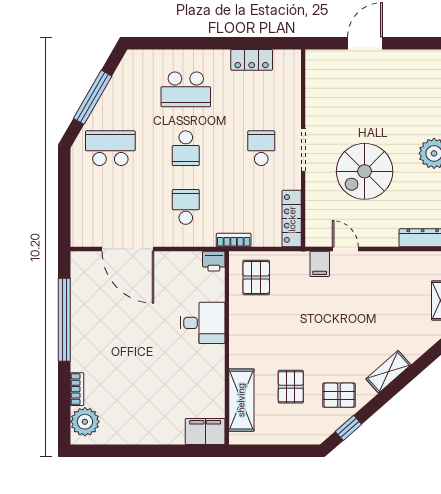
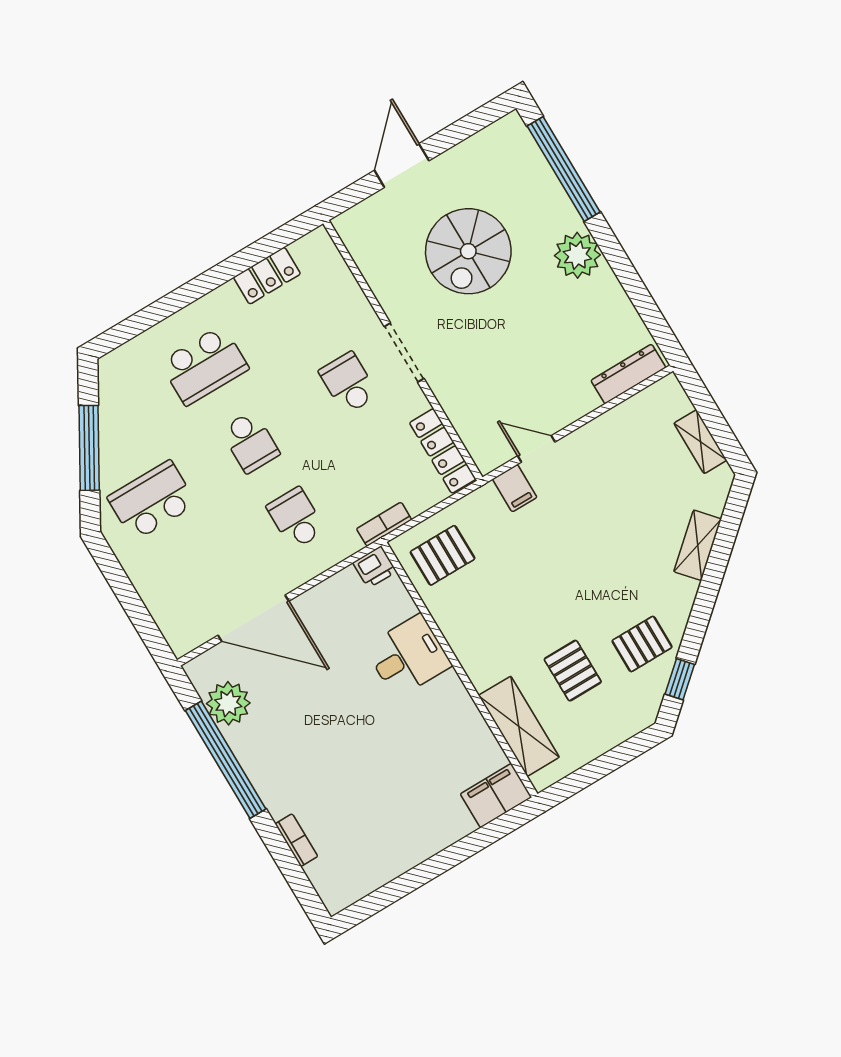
spiral stairs: (365, 171) -> (468, 251), moved
pallet: (256, 277) -> (443, 555), turned 90
shelving: (388, 372) -> (698, 545), moved
plant: (85, 422) -> (228, 703), moved

